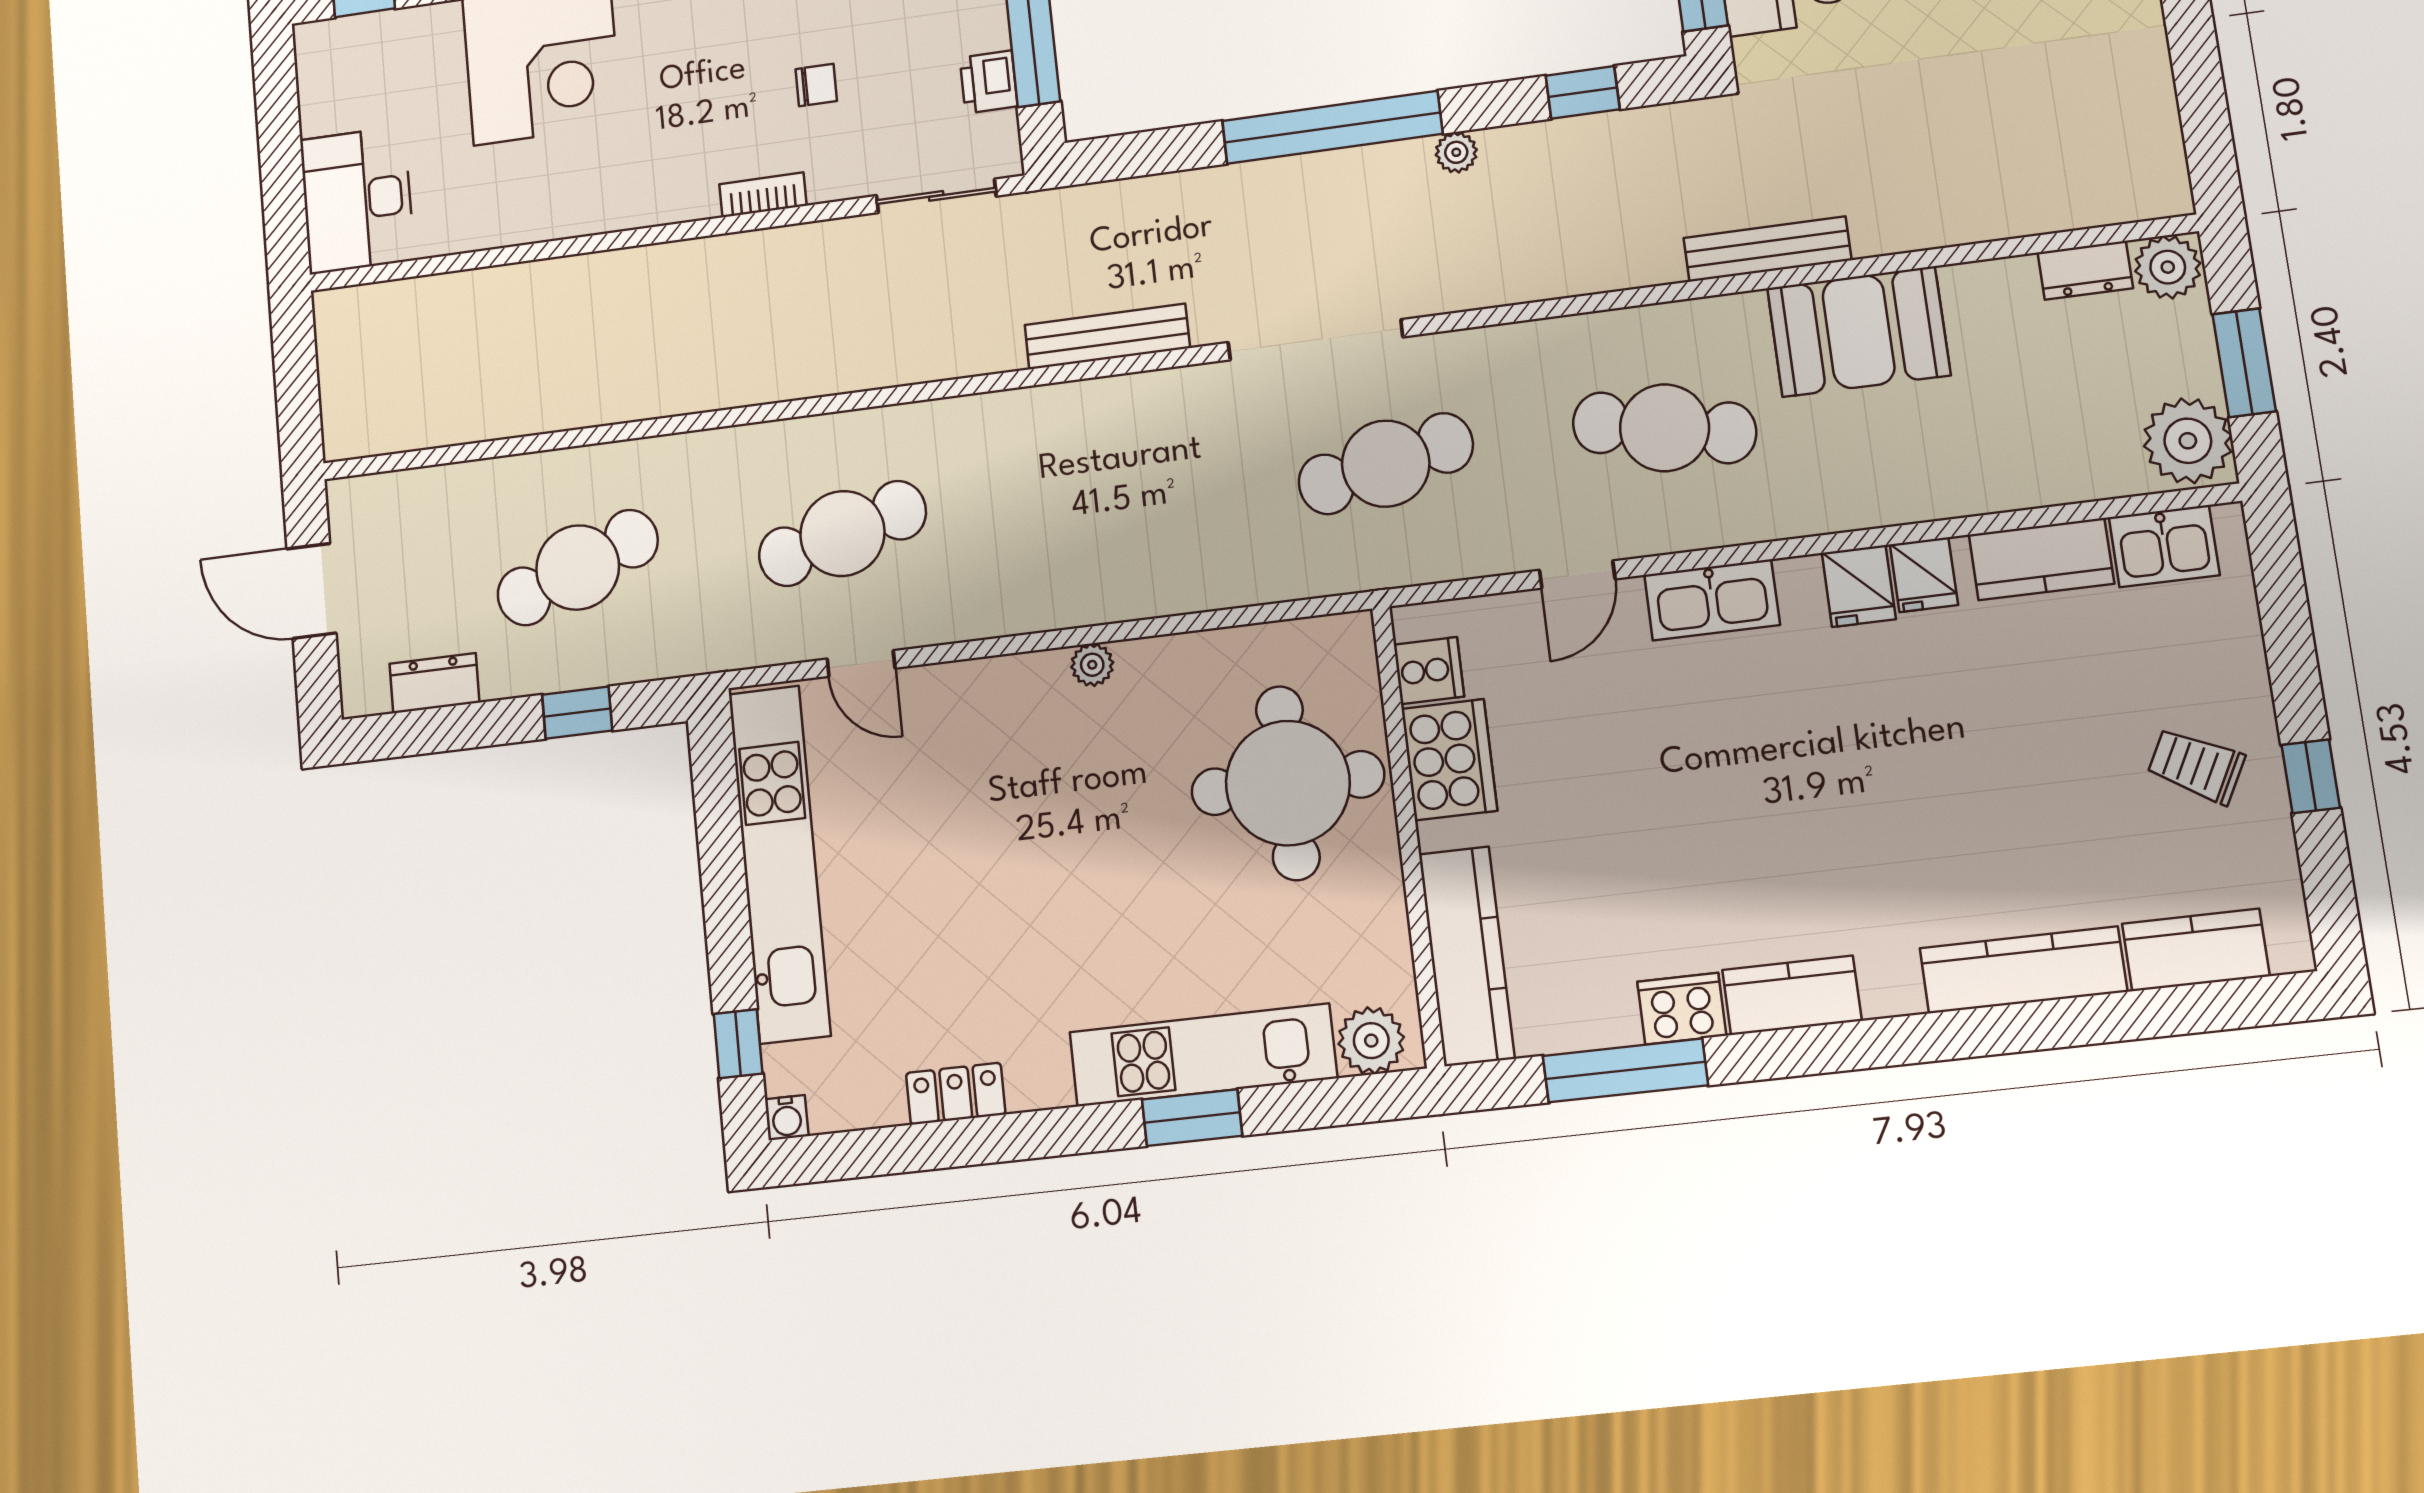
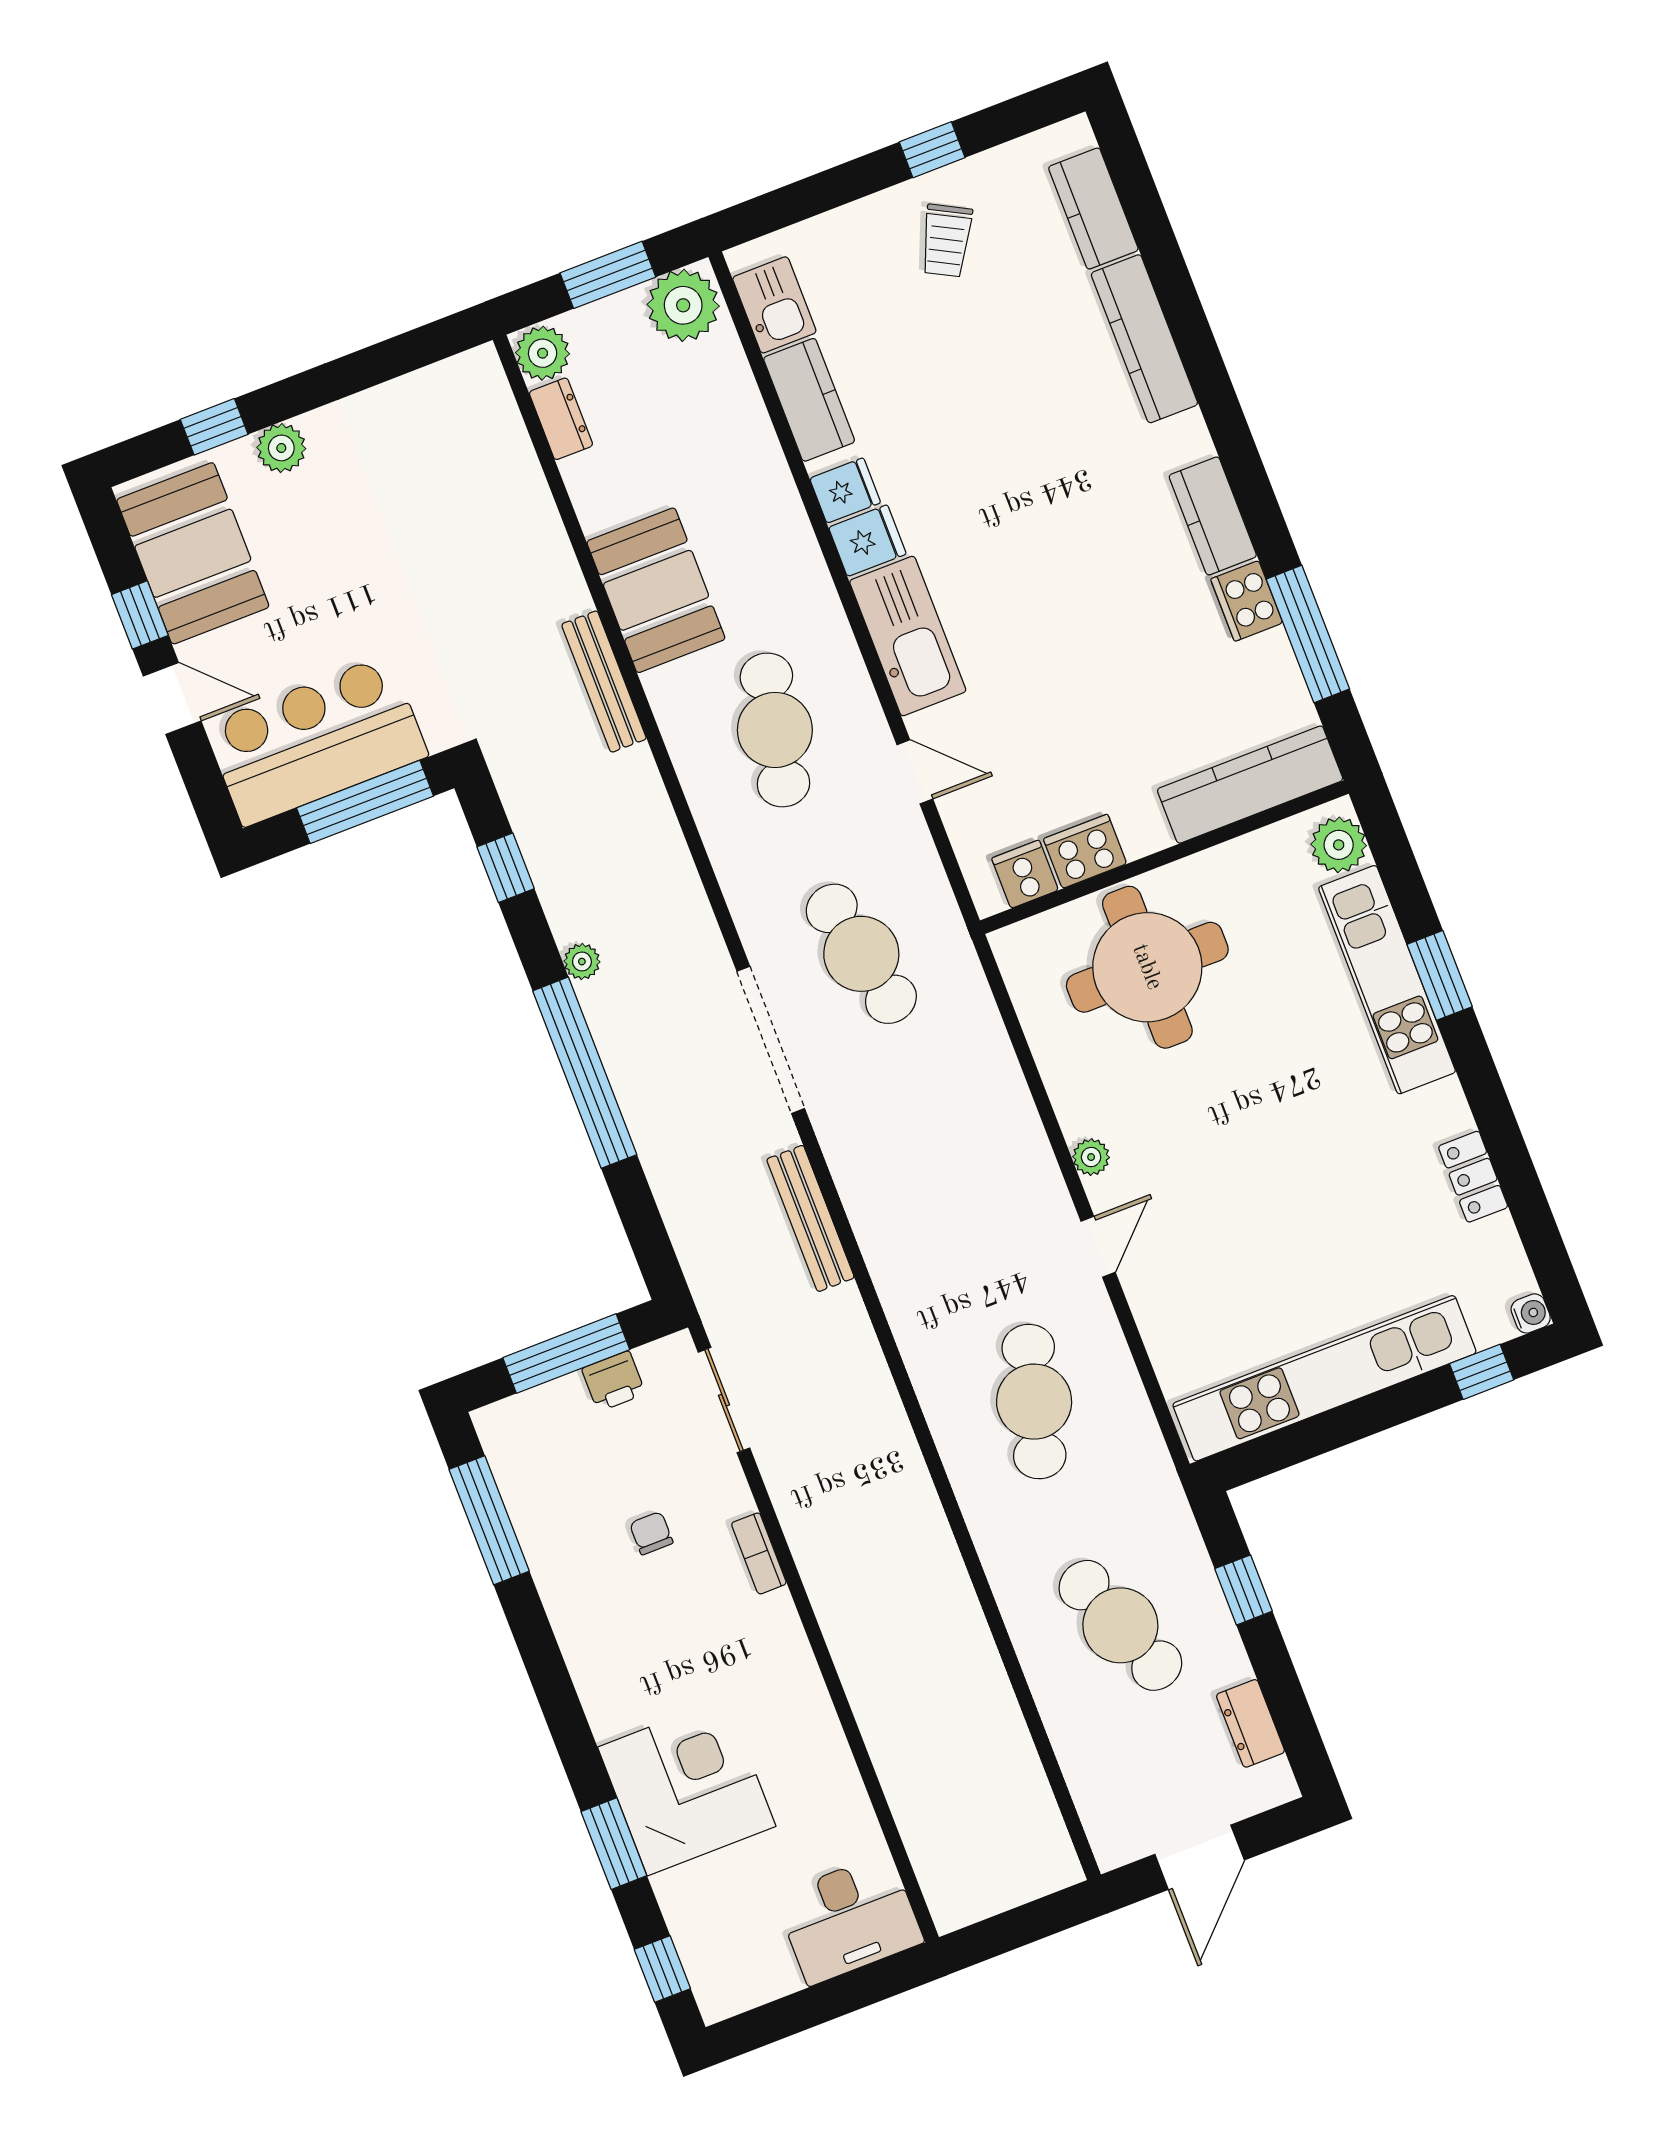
cafe table: (842, 533) -> (1034, 1402), turned 30
kitchen sink: (1712, 600) -> (908, 636), width x1.36, depth x1.24
door: (861, 664) -> (1098, 1247), moved
cooker: (1449, 760) -> (1085, 851), width x0.73, depth x0.76

